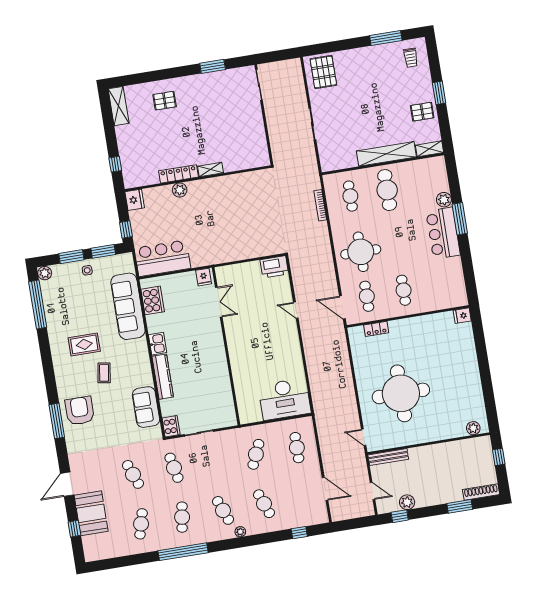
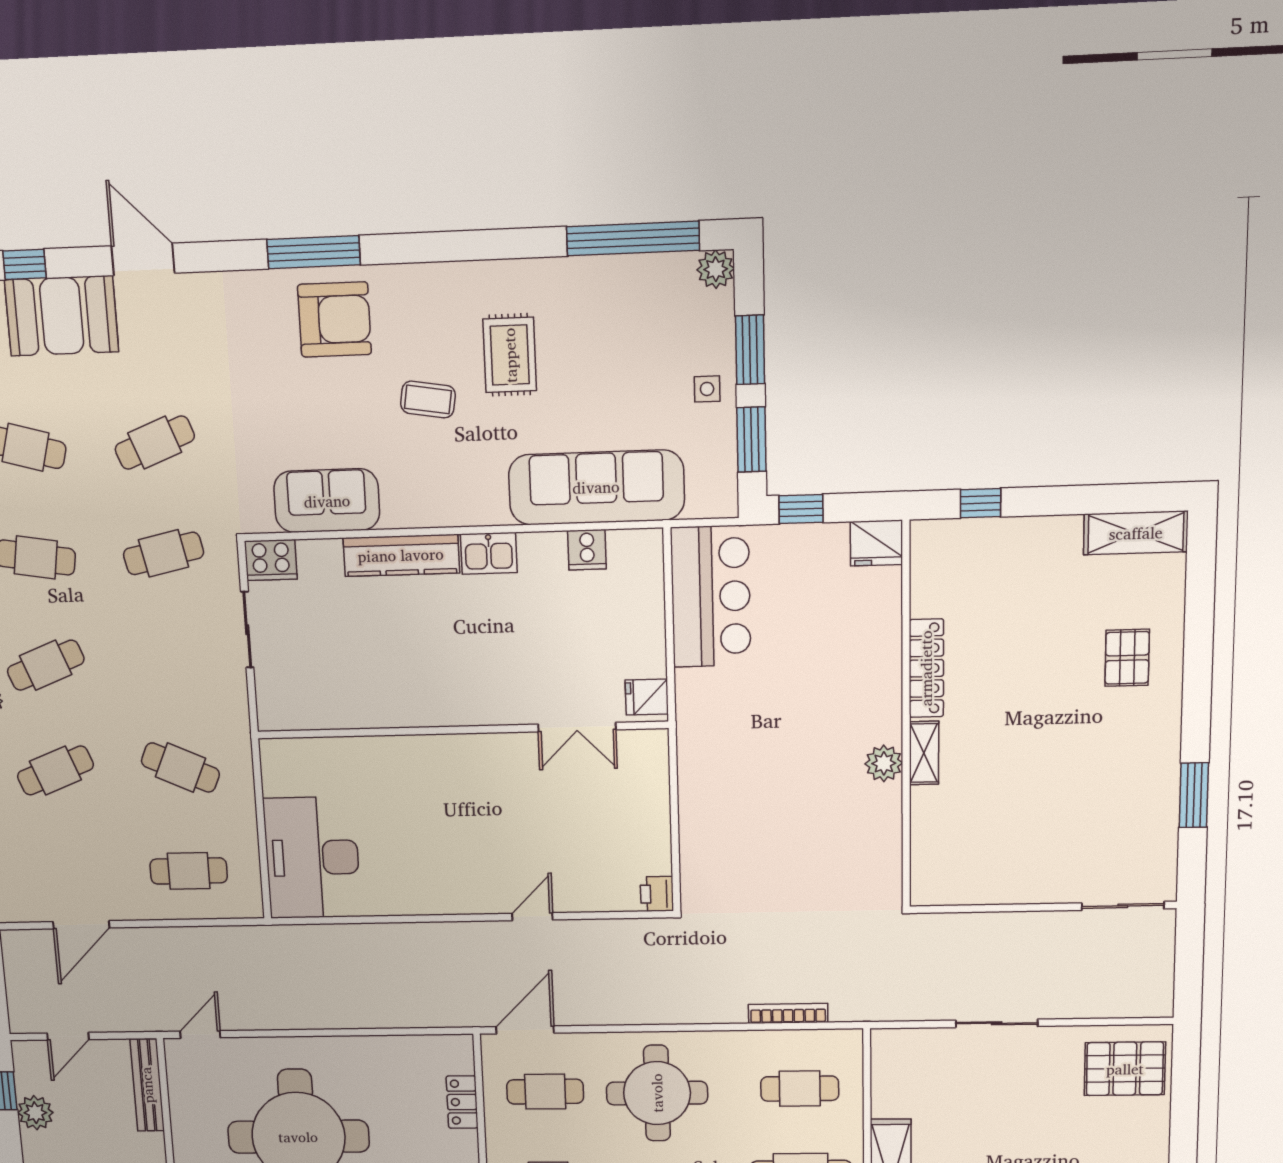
plant: (180, 190) -> (884, 763), moved
printer: (274, 267) -> (657, 894), width x0.53, depth x0.68
cooker: (153, 300) -> (587, 550), width x0.53, depth x0.76

